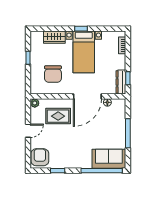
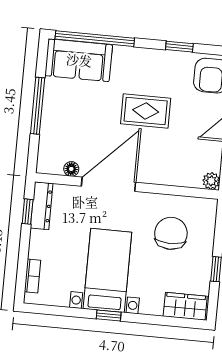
wardrobe: (54, 37) -> (185, 306), moved
rug: (58, 116) -> (146, 111), moved

